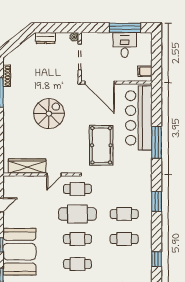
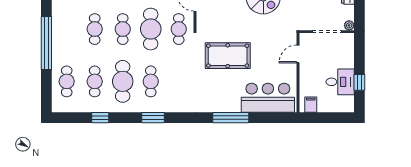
window: (125, 28) -> (359, 82), width x0.46
door: (100, 82) -> (298, 54), width x0.53
bar counter: (139, 118) -> (268, 98), width x0.73
window: (157, 201) -> (153, 118), moved
cafe table: (124, 239) -> (123, 81), width x1.37, depth x1.35
cafe table: (124, 264) -> (95, 81), added

